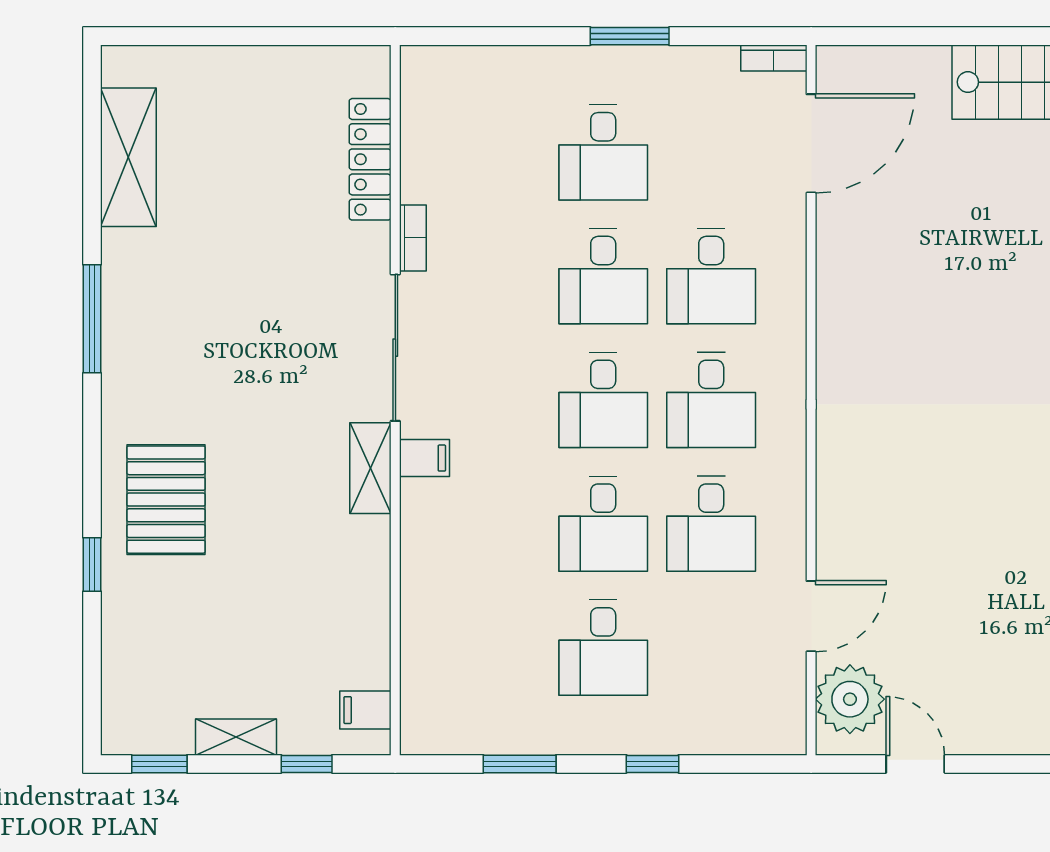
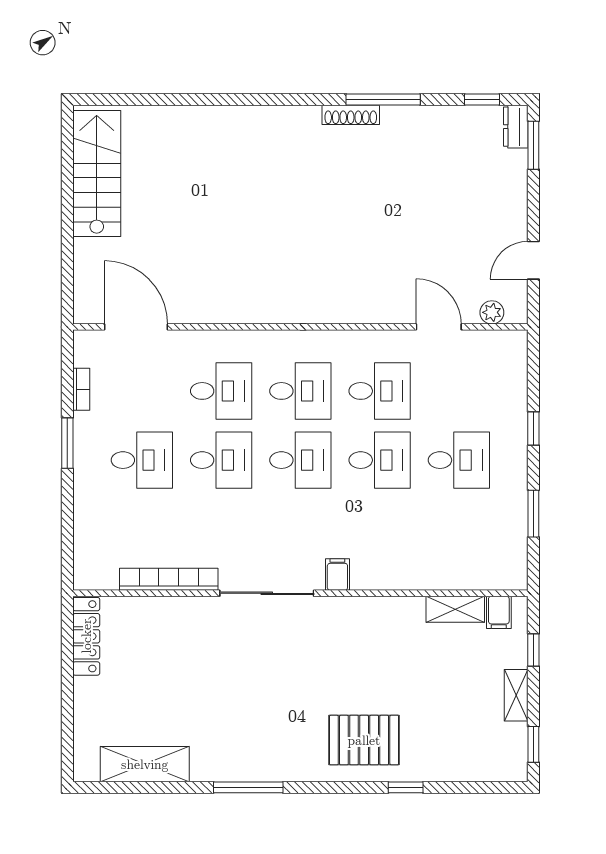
bookcase: (774, 58) -> (81, 389), moved
locker: (370, 159) -> (86, 636), moved, turned -90
bookcase: (413, 238) -> (169, 579), width x2.31, depth x1.31
shelving: (370, 468) -> (455, 609), moved
plant: (850, 699) -> (492, 312), width x0.53, depth x0.53

